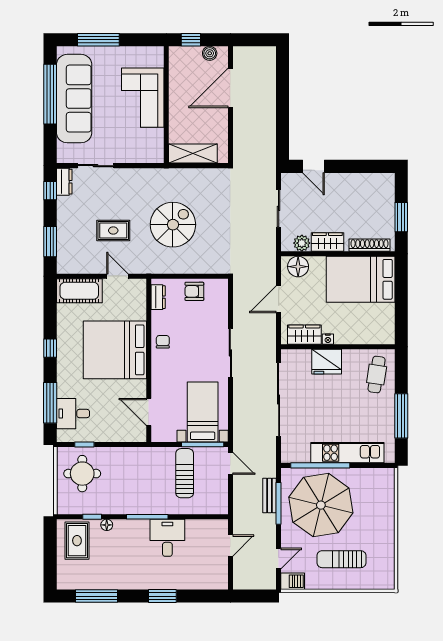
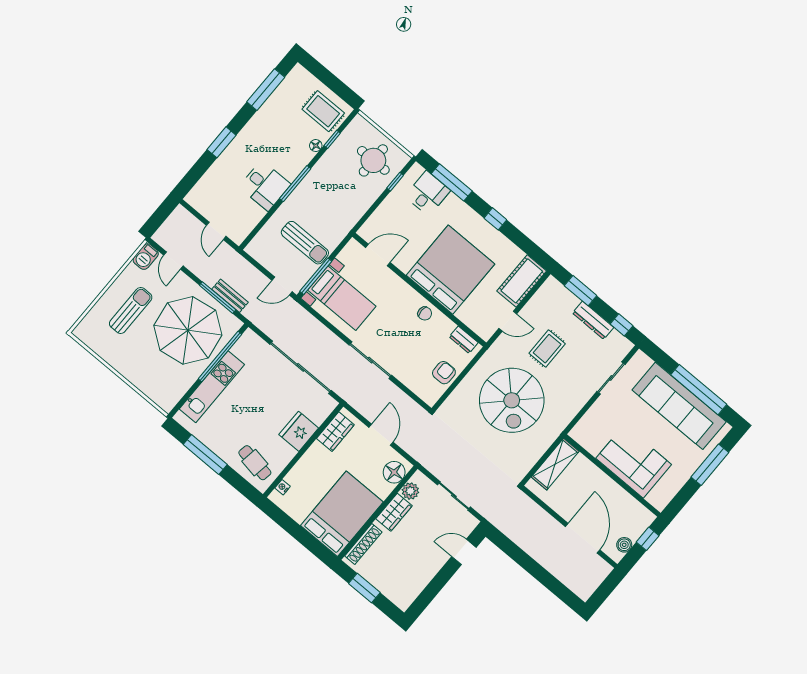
dresser: (64, 182) -> (593, 320), moved, width x1.44
spiral stairs: (173, 225) -> (512, 400), width x1.37, depth x1.37
nightstand: (328, 339) -> (283, 487), moved

